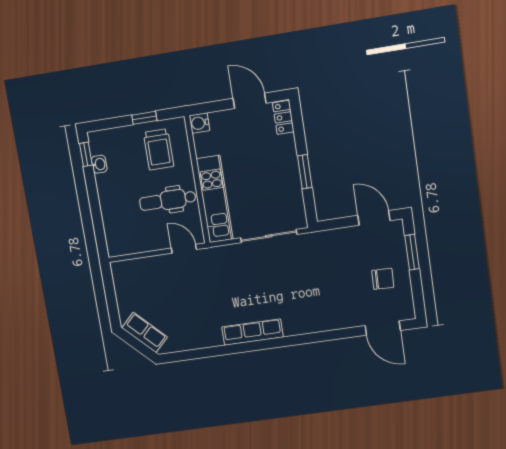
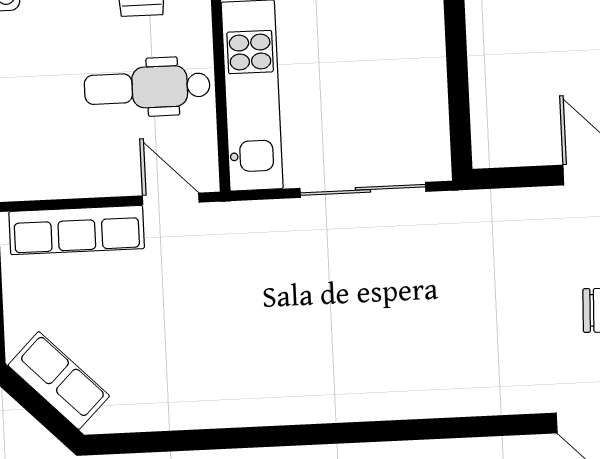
window: (305, 172) -> (457, 56), removed
row of seats: (252, 332) -> (77, 230), moved, turned 180

